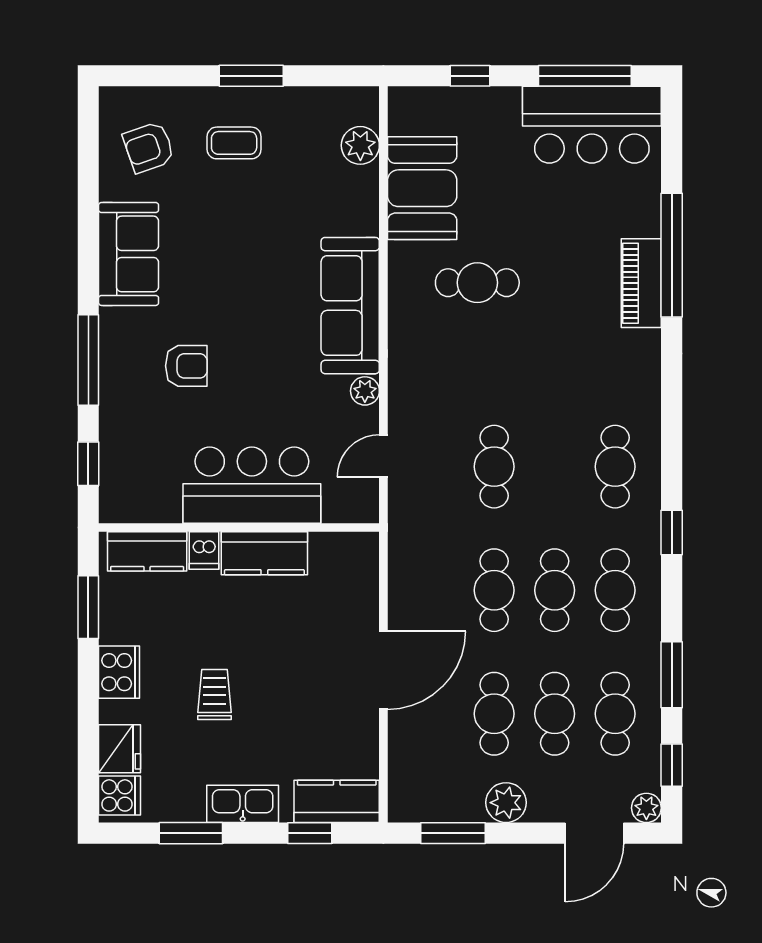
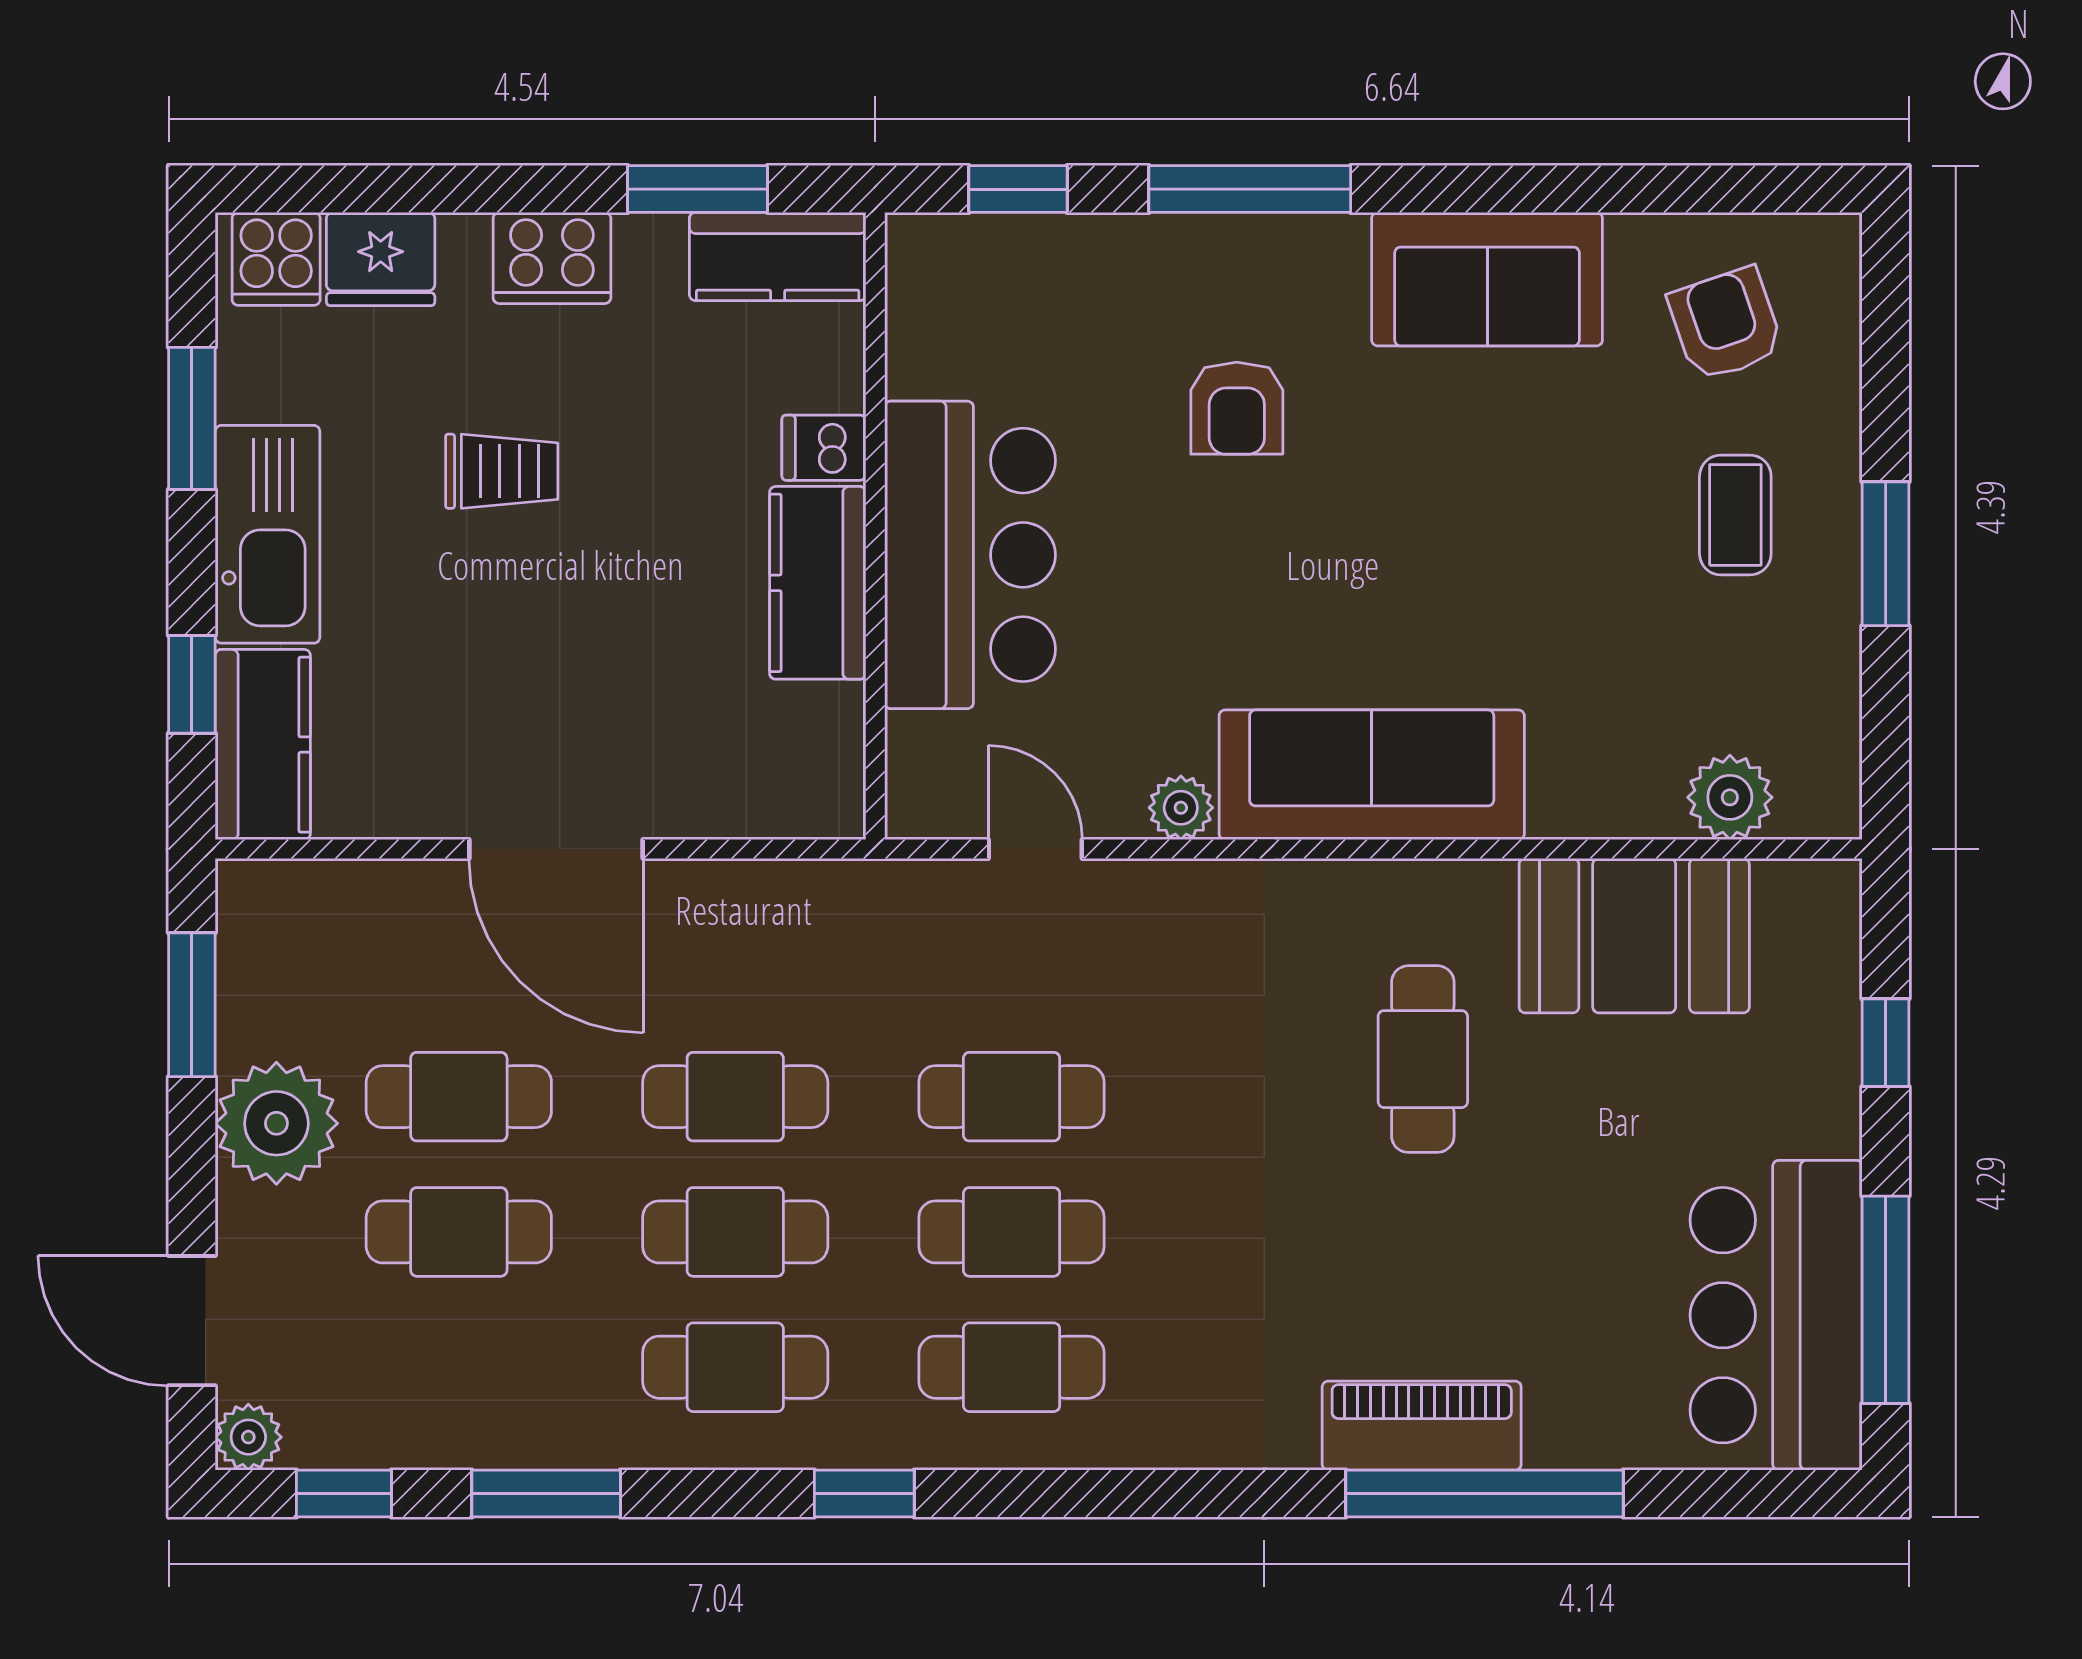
kitchen counter: (147, 551) -> (778, 257), moved, turned -90
cafe table: (615, 714) -> (1012, 1232), moved
plant: (506, 803) -> (276, 1123), width x1.36, depth x1.36
kitchen sink: (243, 804) -> (268, 534), width x1.36, depth x1.24

